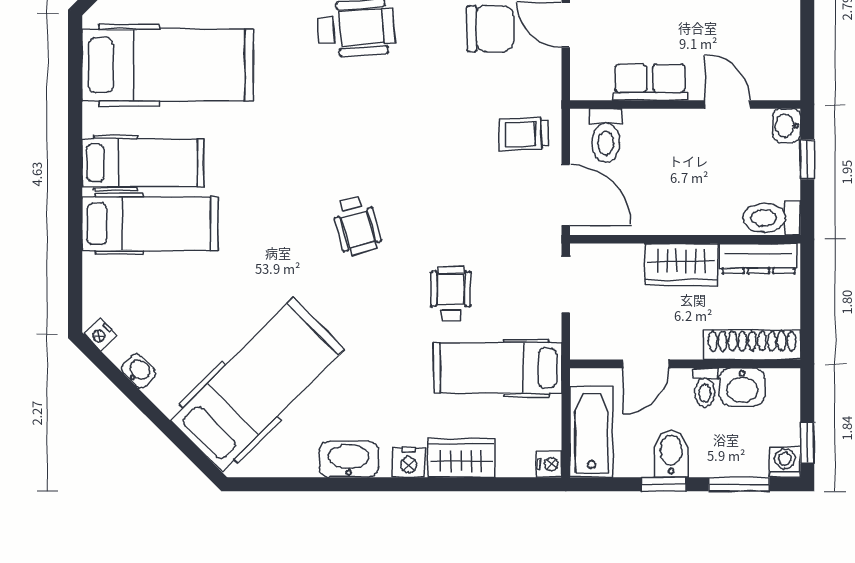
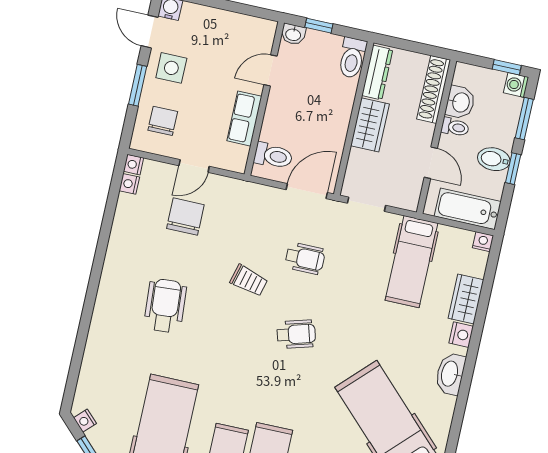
trolley: (524, 134) -> (249, 281), moved, turned -73
wheelchair: (451, 293) -> (305, 258), moved, turned 180

